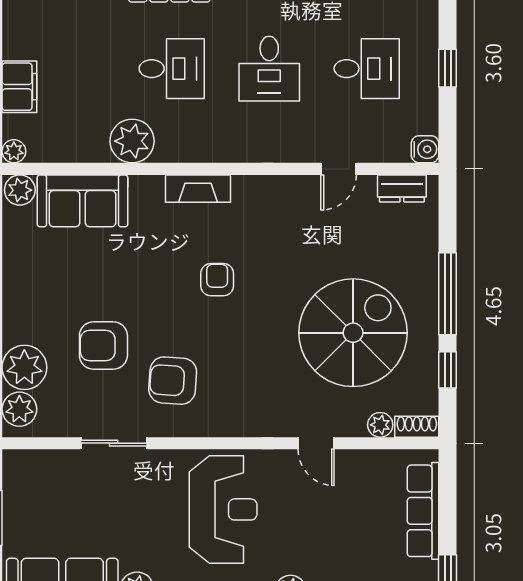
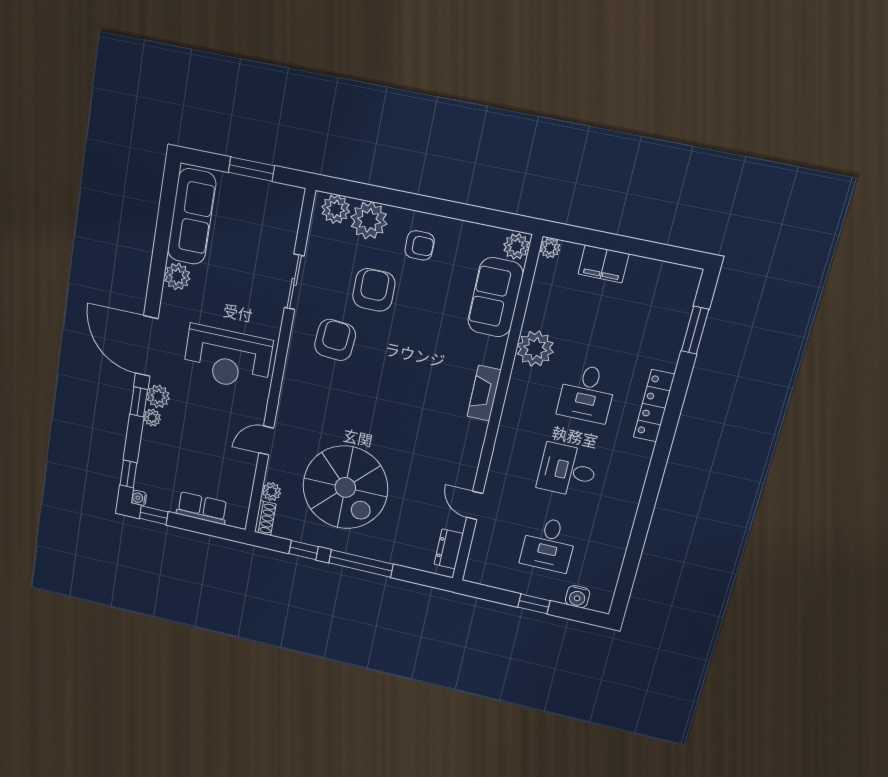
water cooler: (425, 149) -> (578, 597), moved
armchair: (217, 280) -> (420, 245), moved
row of seats: (423, 511) -> (202, 508), width x0.68

